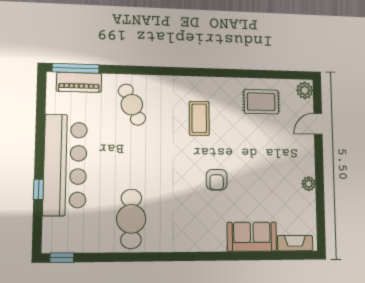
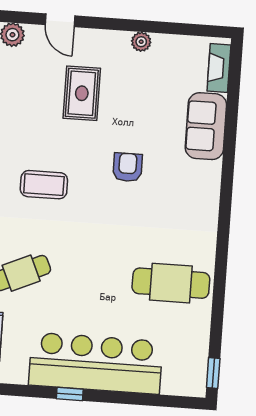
rug: (261, 102) -> (82, 93), moved
armchair: (217, 180) -> (128, 167), turned -90
window: (38, 189) -> (70, 394), moved

